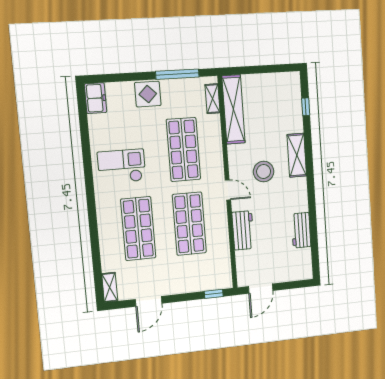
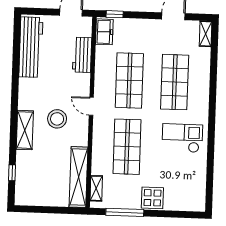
freezer: (95, 98) -> (104, 32), moved, turned 180
checkout: (122, 166) -> (182, 138), turned 180
workbench: (243, 230) -> (82, 55), moved
workbench: (301, 230) -> (31, 47), width x1.88, depth x1.32

